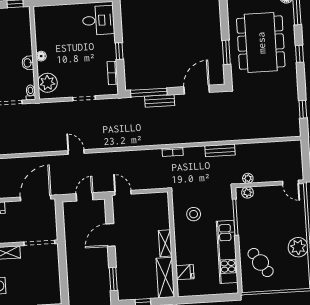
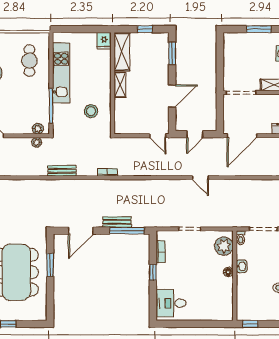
cafe table: (261, 262) -> (29, 61), turned 35
fridge: (185, 272) -> (104, 41), moved, turned -90

